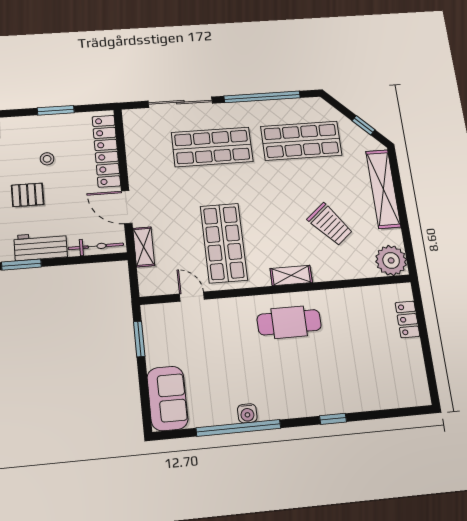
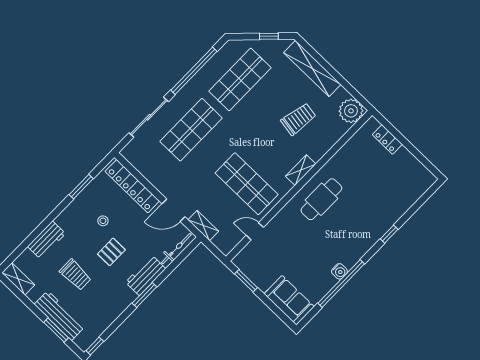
trolley: (330, 224) -> (298, 119), turned -41

